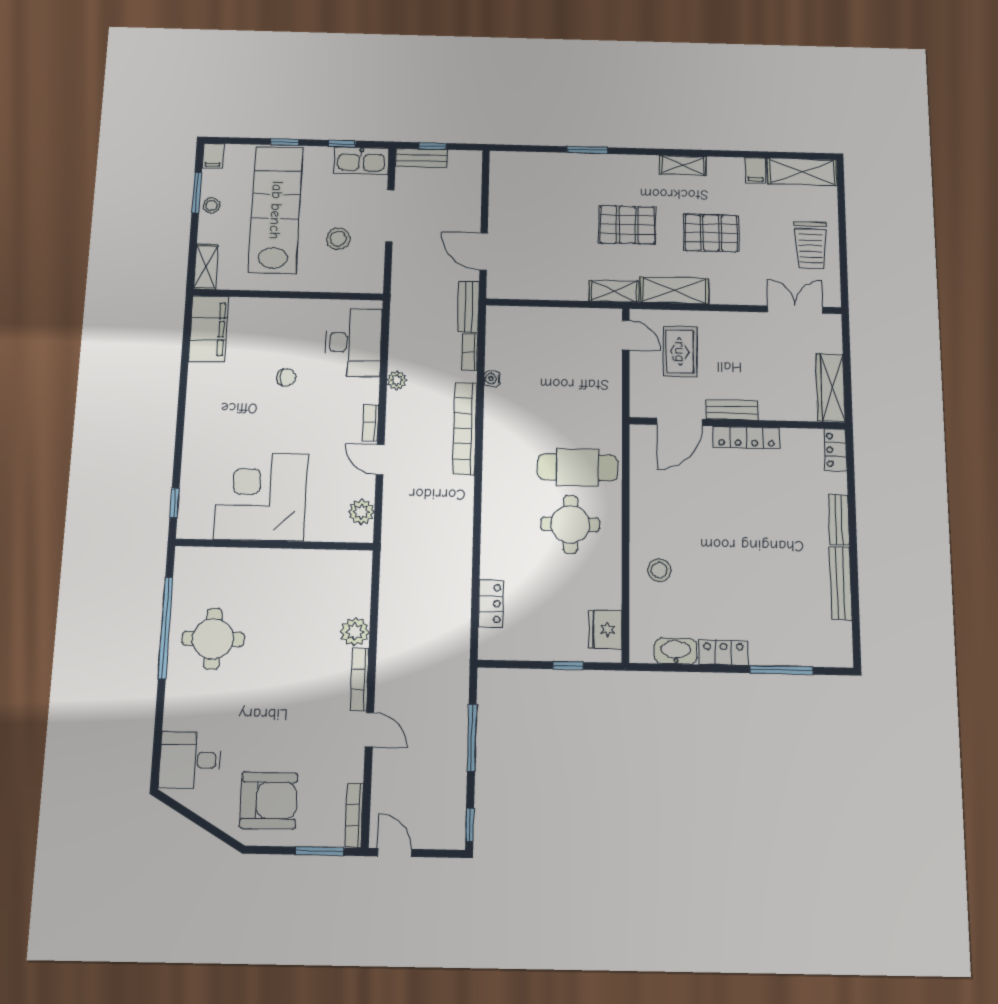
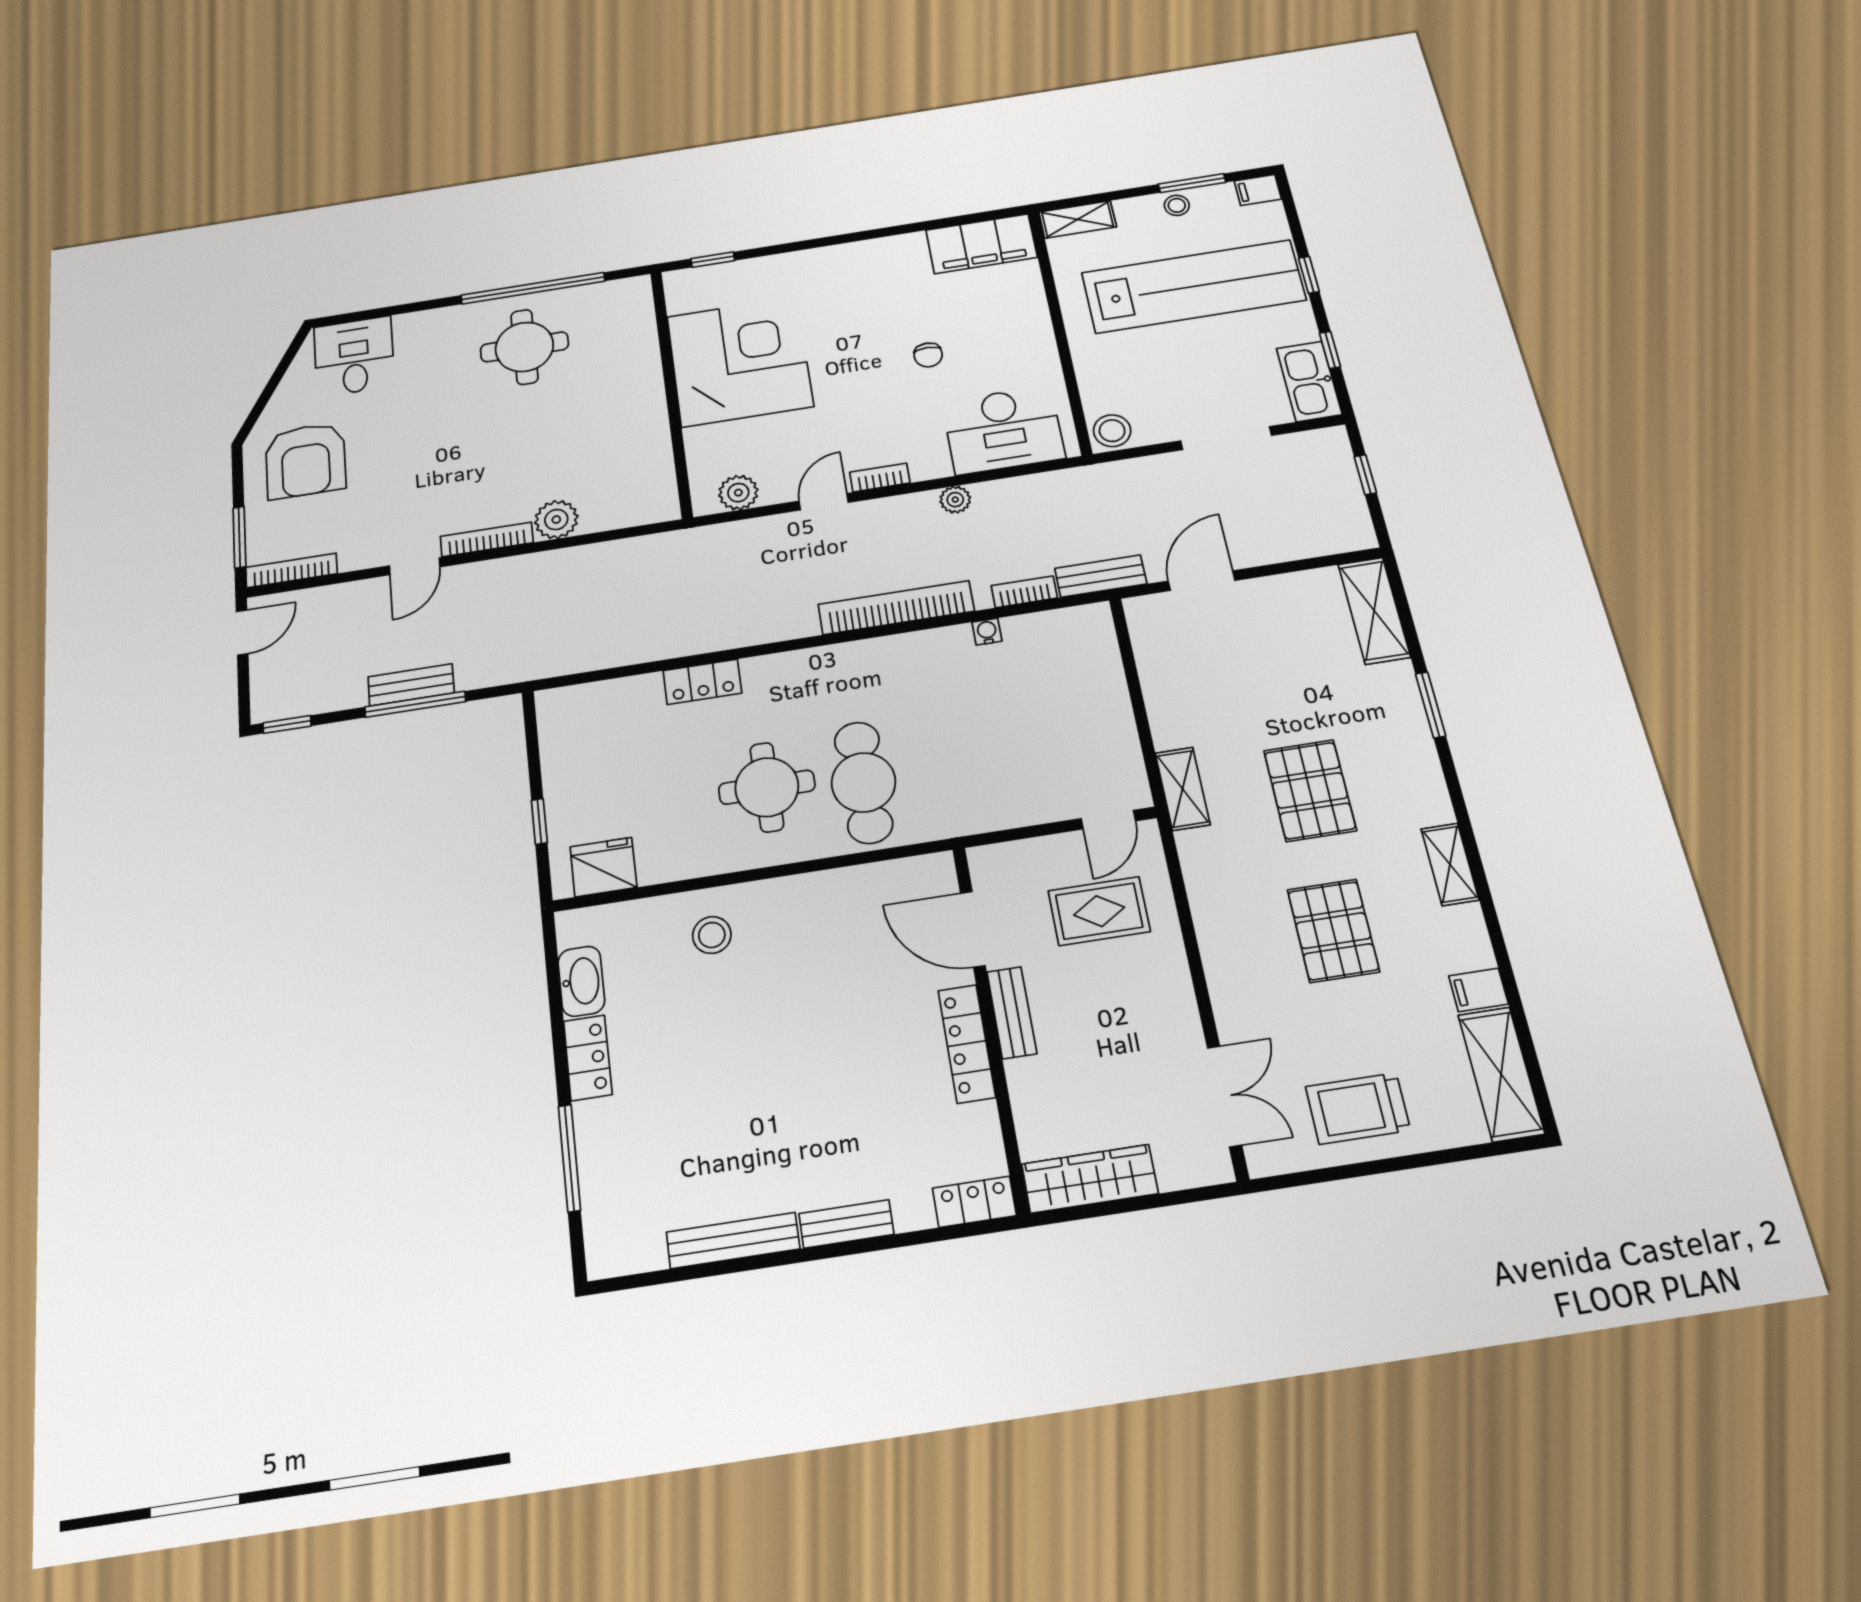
bench: (421, 158) -> (411, 685), moved, turned 90
stool: (338, 239) -> (1112, 431), moved
shelving: (674, 290) -> (1374, 611), moved
locker: (491, 604) -> (702, 682), moved

